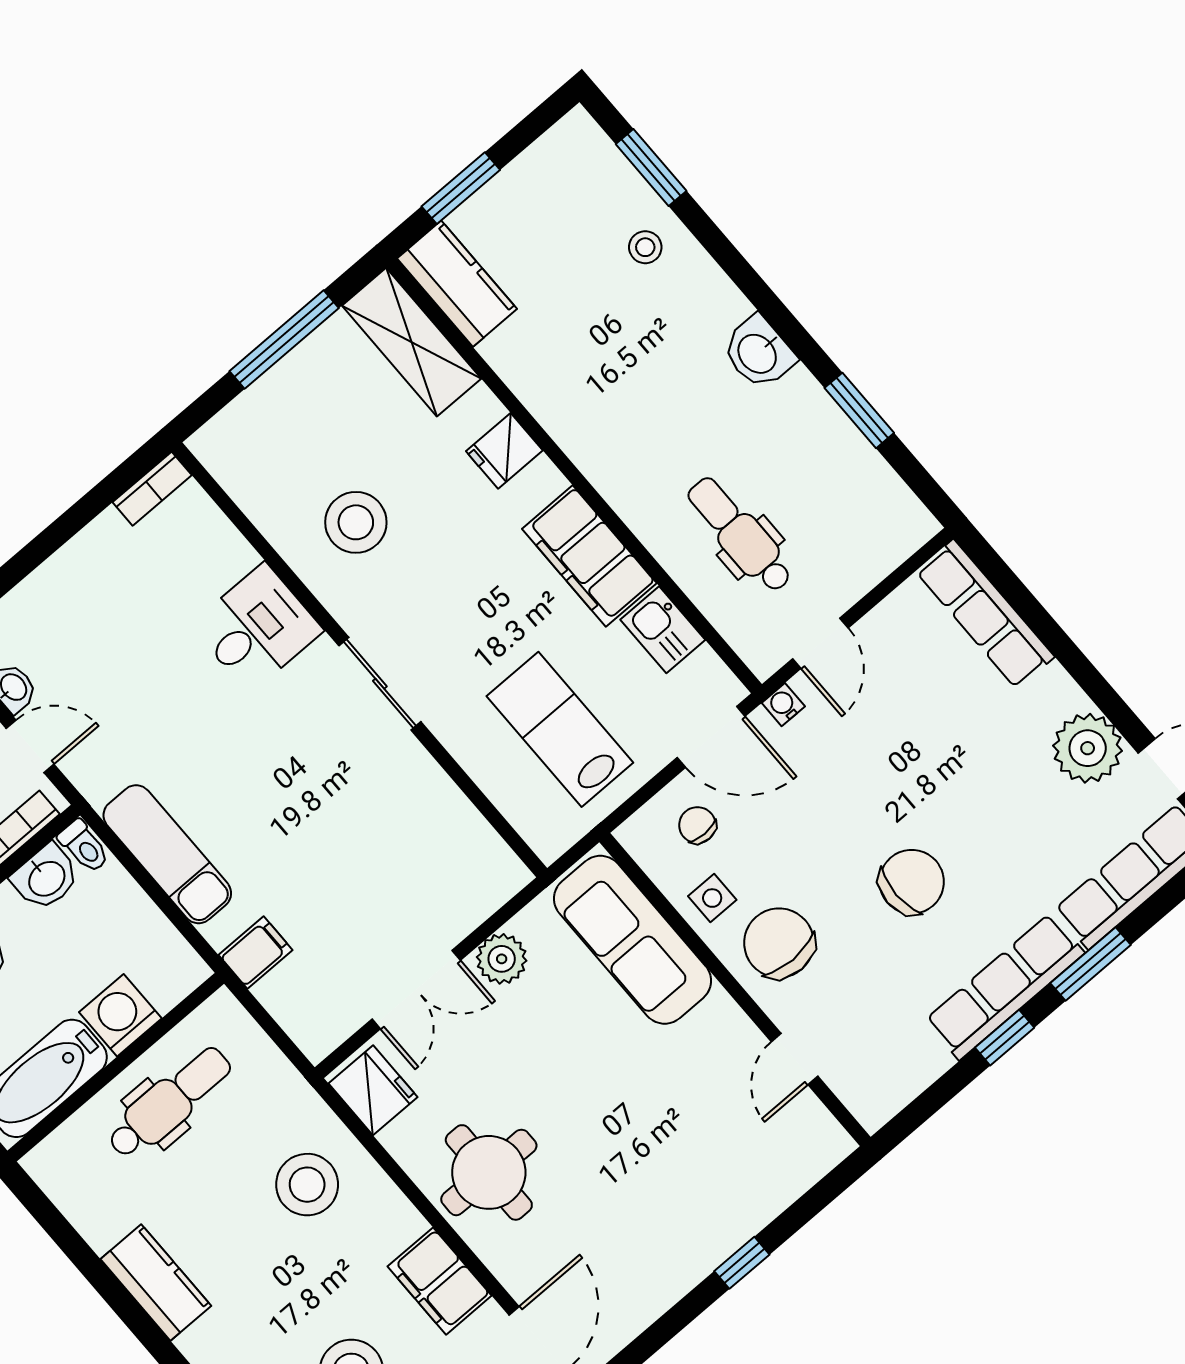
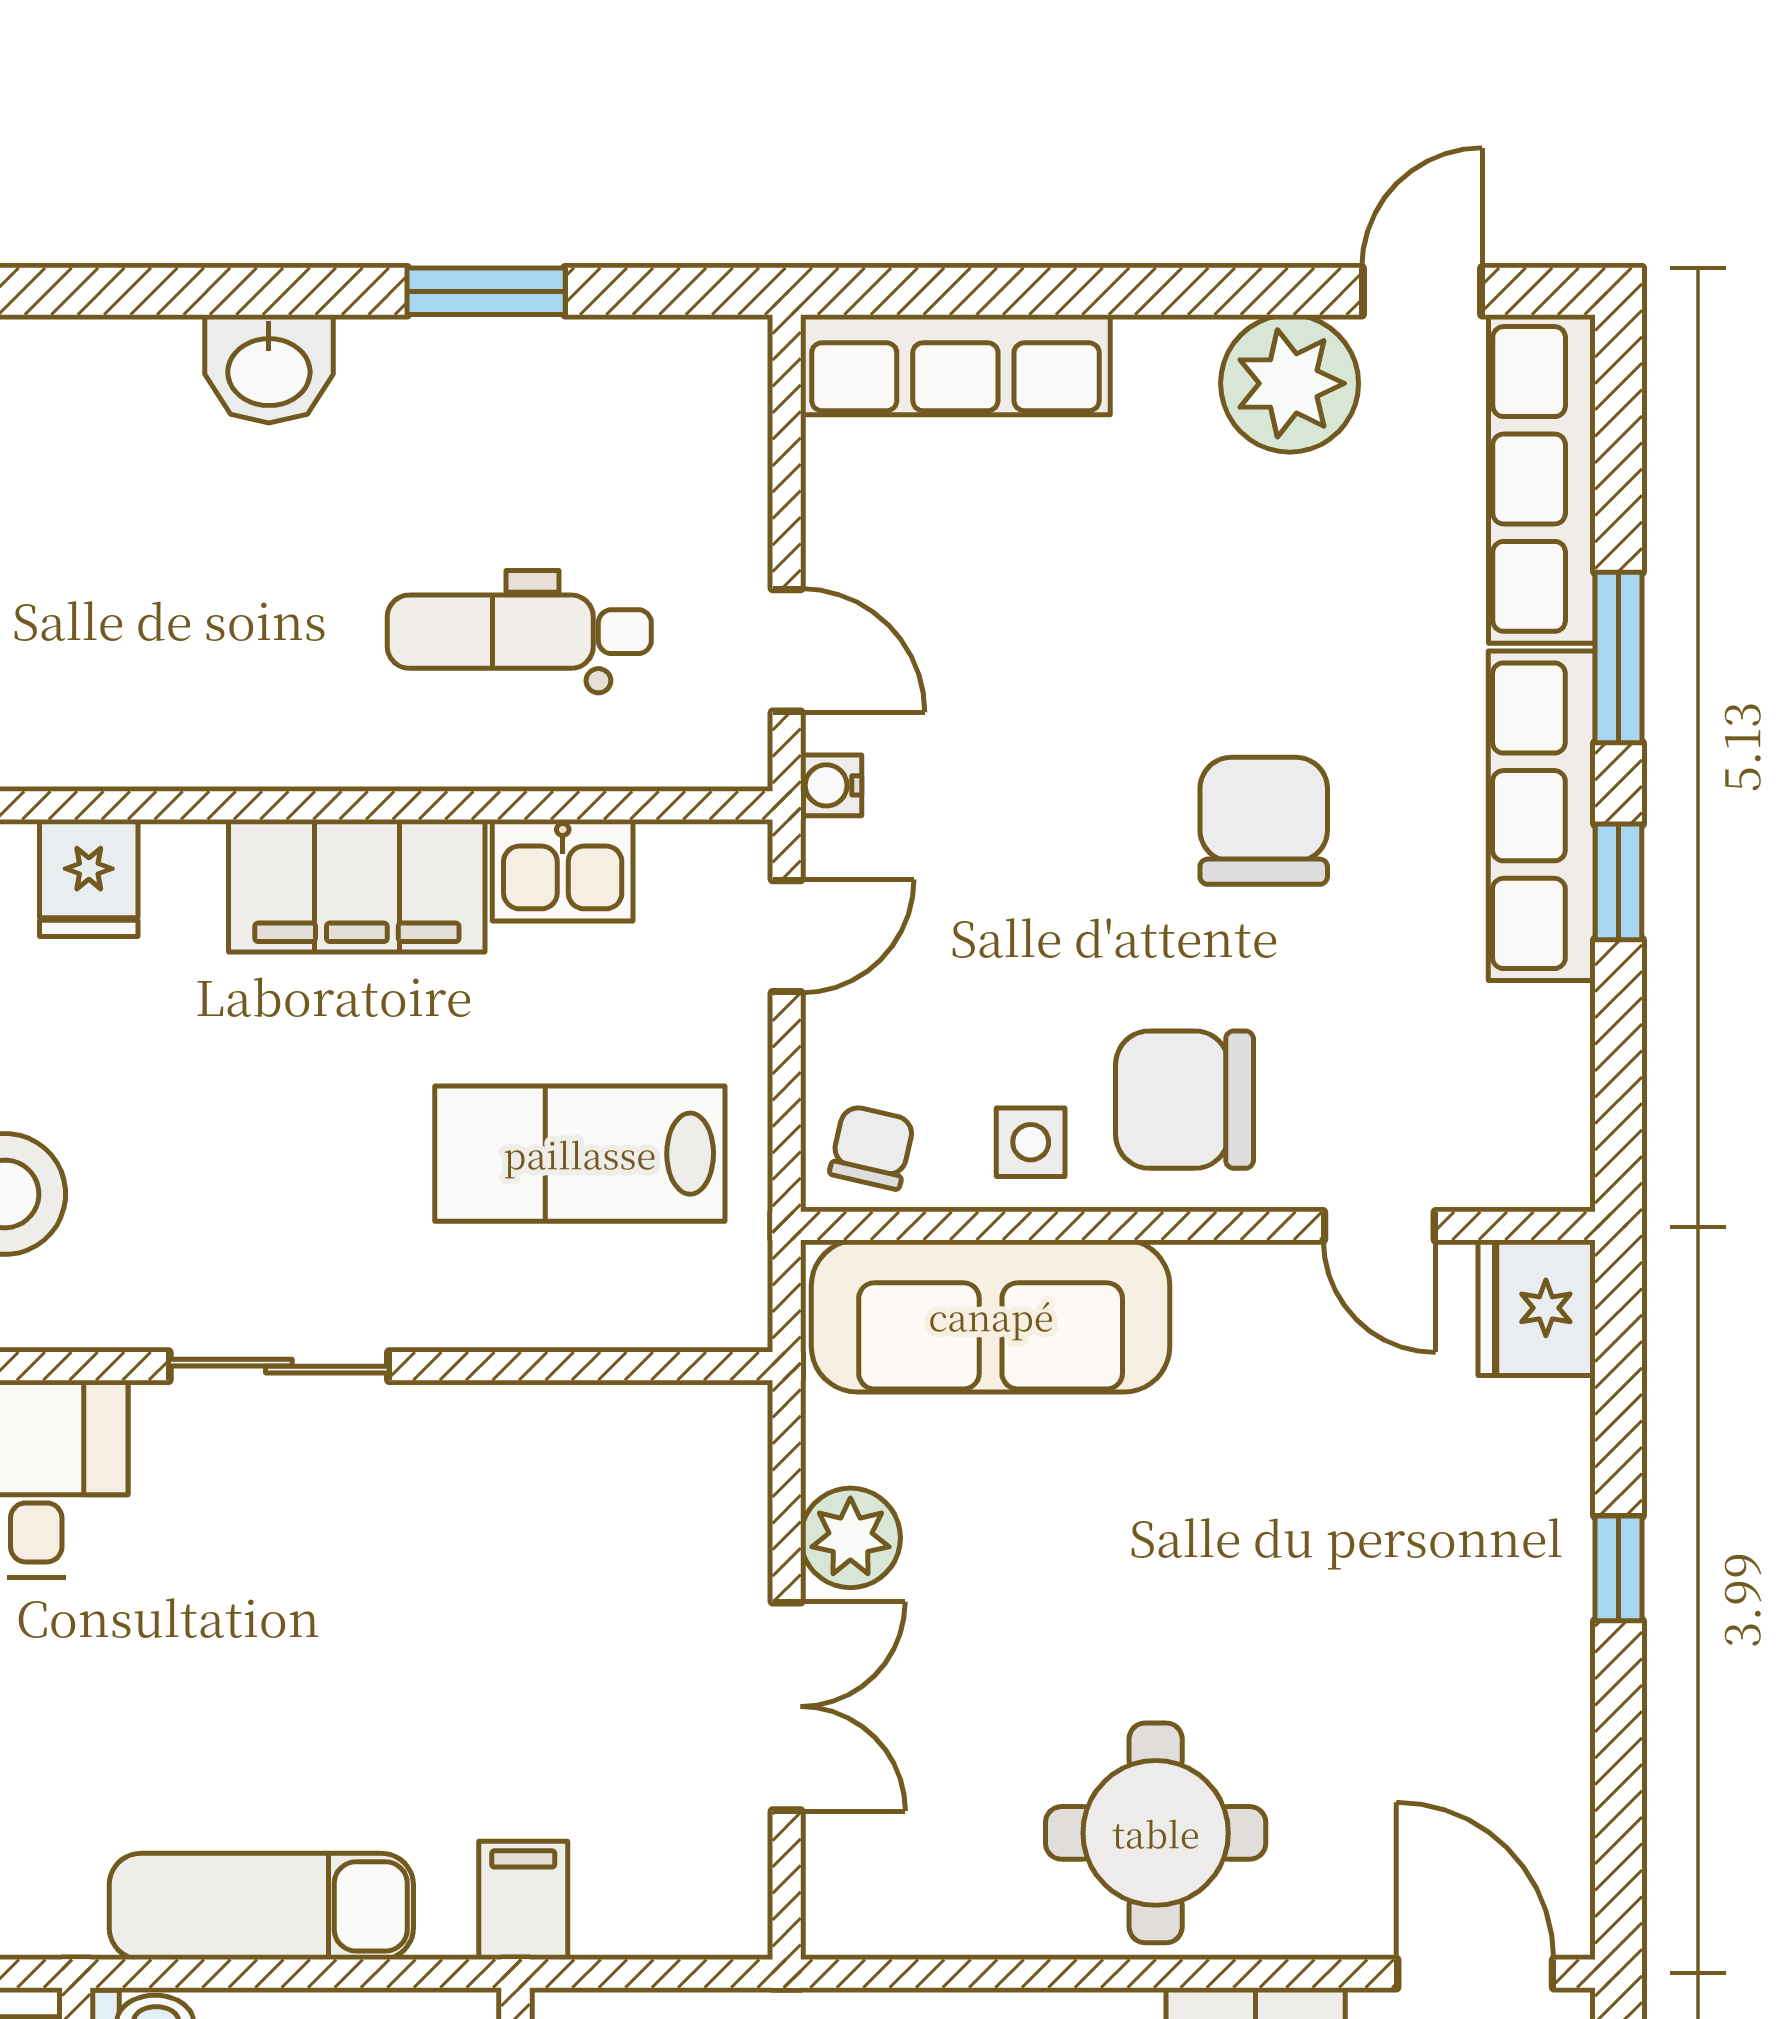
door: (711, 737) -> (787, 936), width x0.73
chair: (697, 825) -> (872, 1147), moved, turned 103
fridge: (373, 1090) -> (1537, 1308), moved, turned -90

